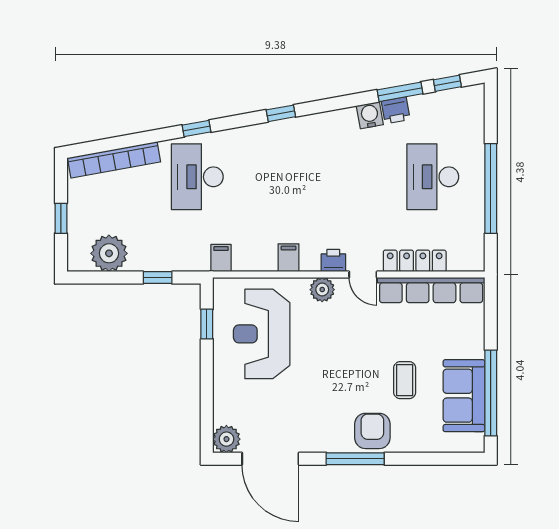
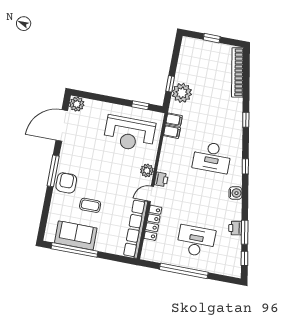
water cooler: (370, 115) -> (235, 193), moved
desk: (197, 177) -> (212, 157), moved, turned 180
plant: (109, 253) -> (182, 93), moved
filing cabinet: (289, 258) -> (172, 132), moved
reception desk: (262, 334) -> (129, 134), turned 180
armchair: (372, 431) -> (66, 183), turned -90

